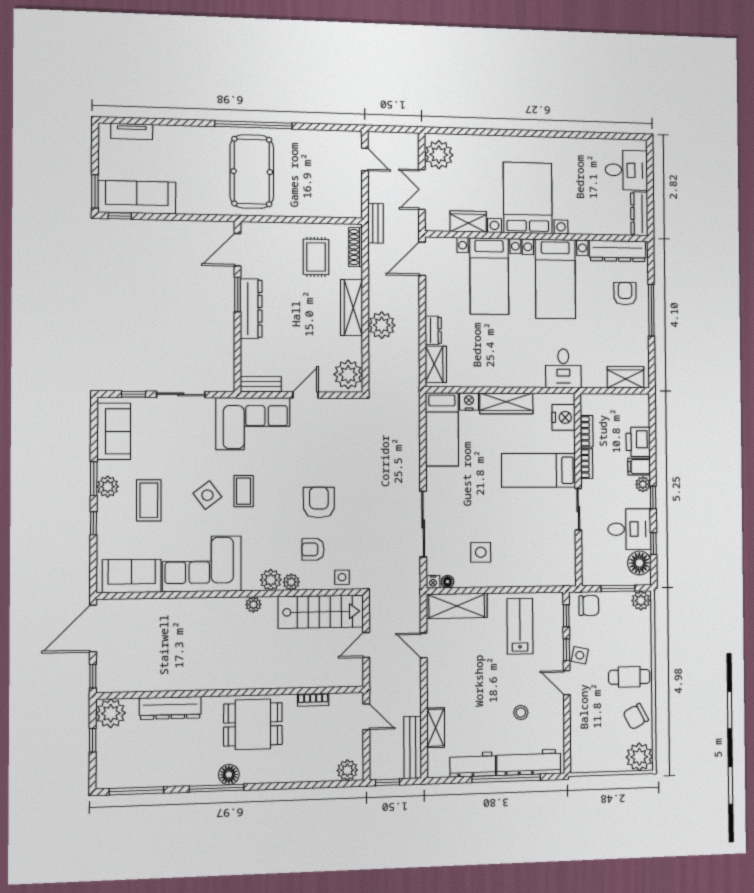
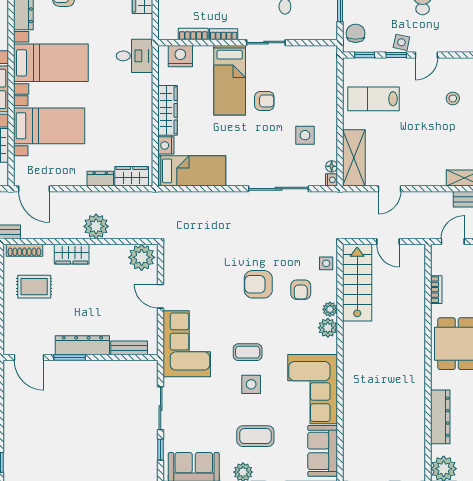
wardrobe: (352, 308) -> (72, 254), width x0.67
bench: (261, 384) -> (129, 348), moved, turned 90
side table: (207, 495) -> (251, 384), turned 37
armchair: (517, 508) -> (264, 101), added
plant: (253, 605) -> (350, 343), removed

